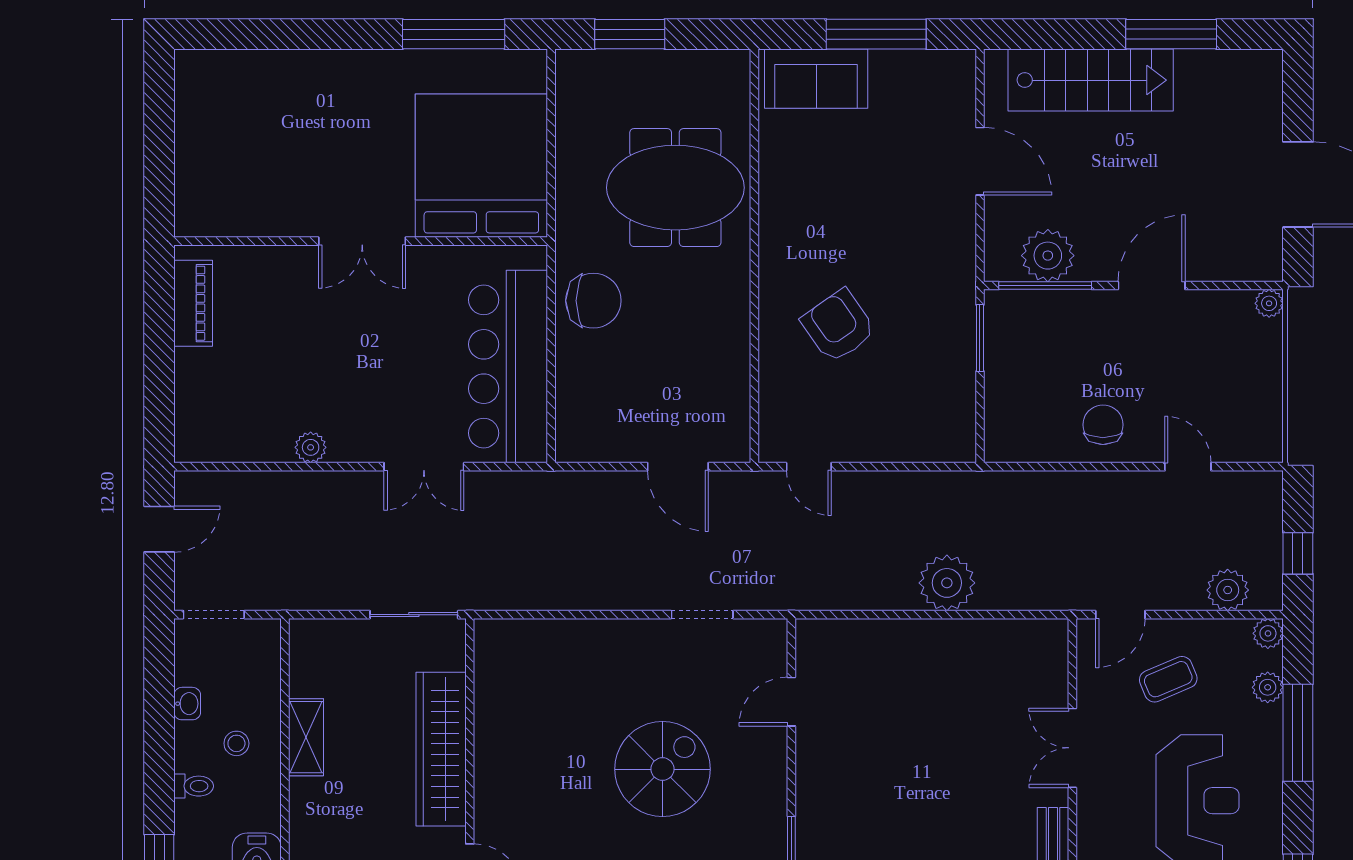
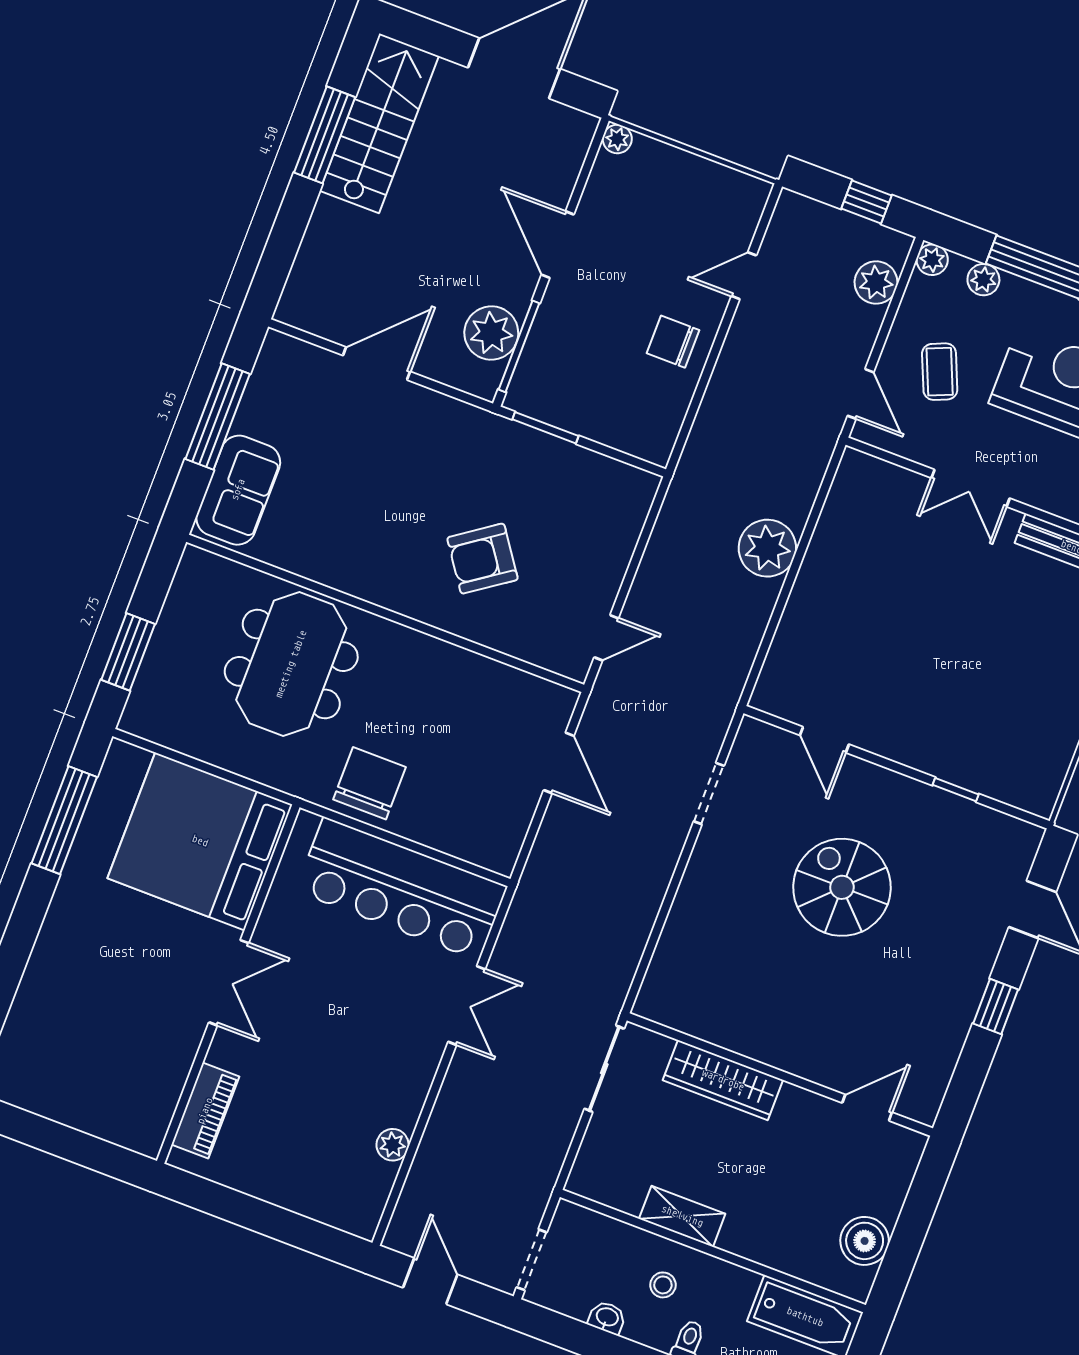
stairs: (1091, 80) -> (379, 123), moved
piano: (193, 303) -> (205, 1111), moved, turned 90
plant: (311, 447) -> (393, 1145), moved
door: (678, 467) -> (559, 763), hinge flipped
wardrobe: (441, 749) -> (723, 1080), width x0.71, depth x0.85

